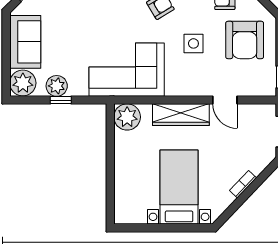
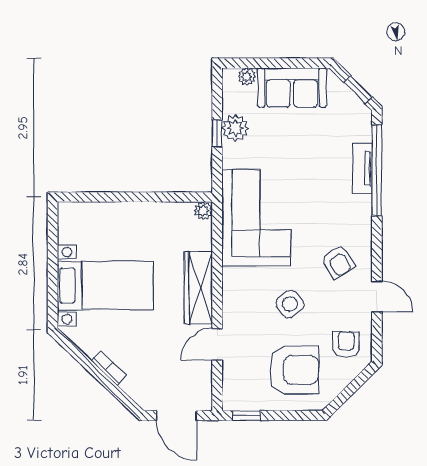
armchair: (245, 40) -> (294, 370), turned 180
side table: (193, 43) -> (290, 304), turned -37
plant: (23, 83) -> (247, 77), width x0.53, depth x0.53
plant: (127, 117) -> (203, 211), width x0.53, depth x0.53

